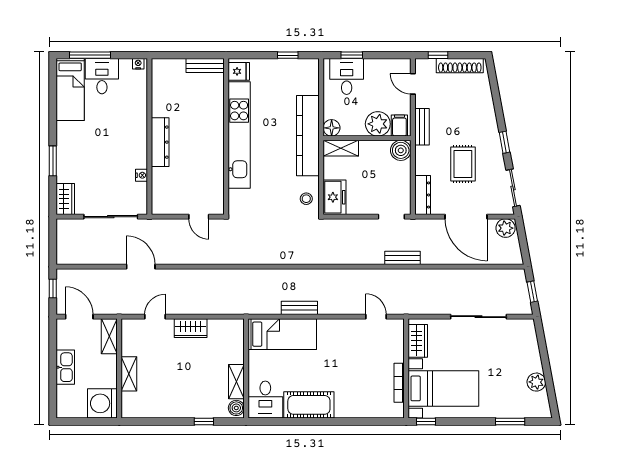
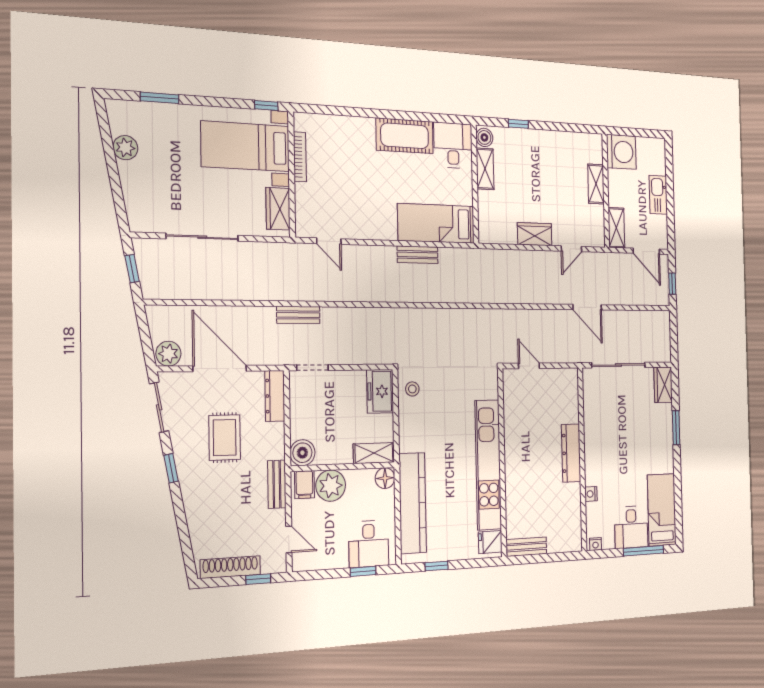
kitchen counter: (308, 136) -> (413, 503), moved
nightstand: (141, 175) -> (591, 494), moved

